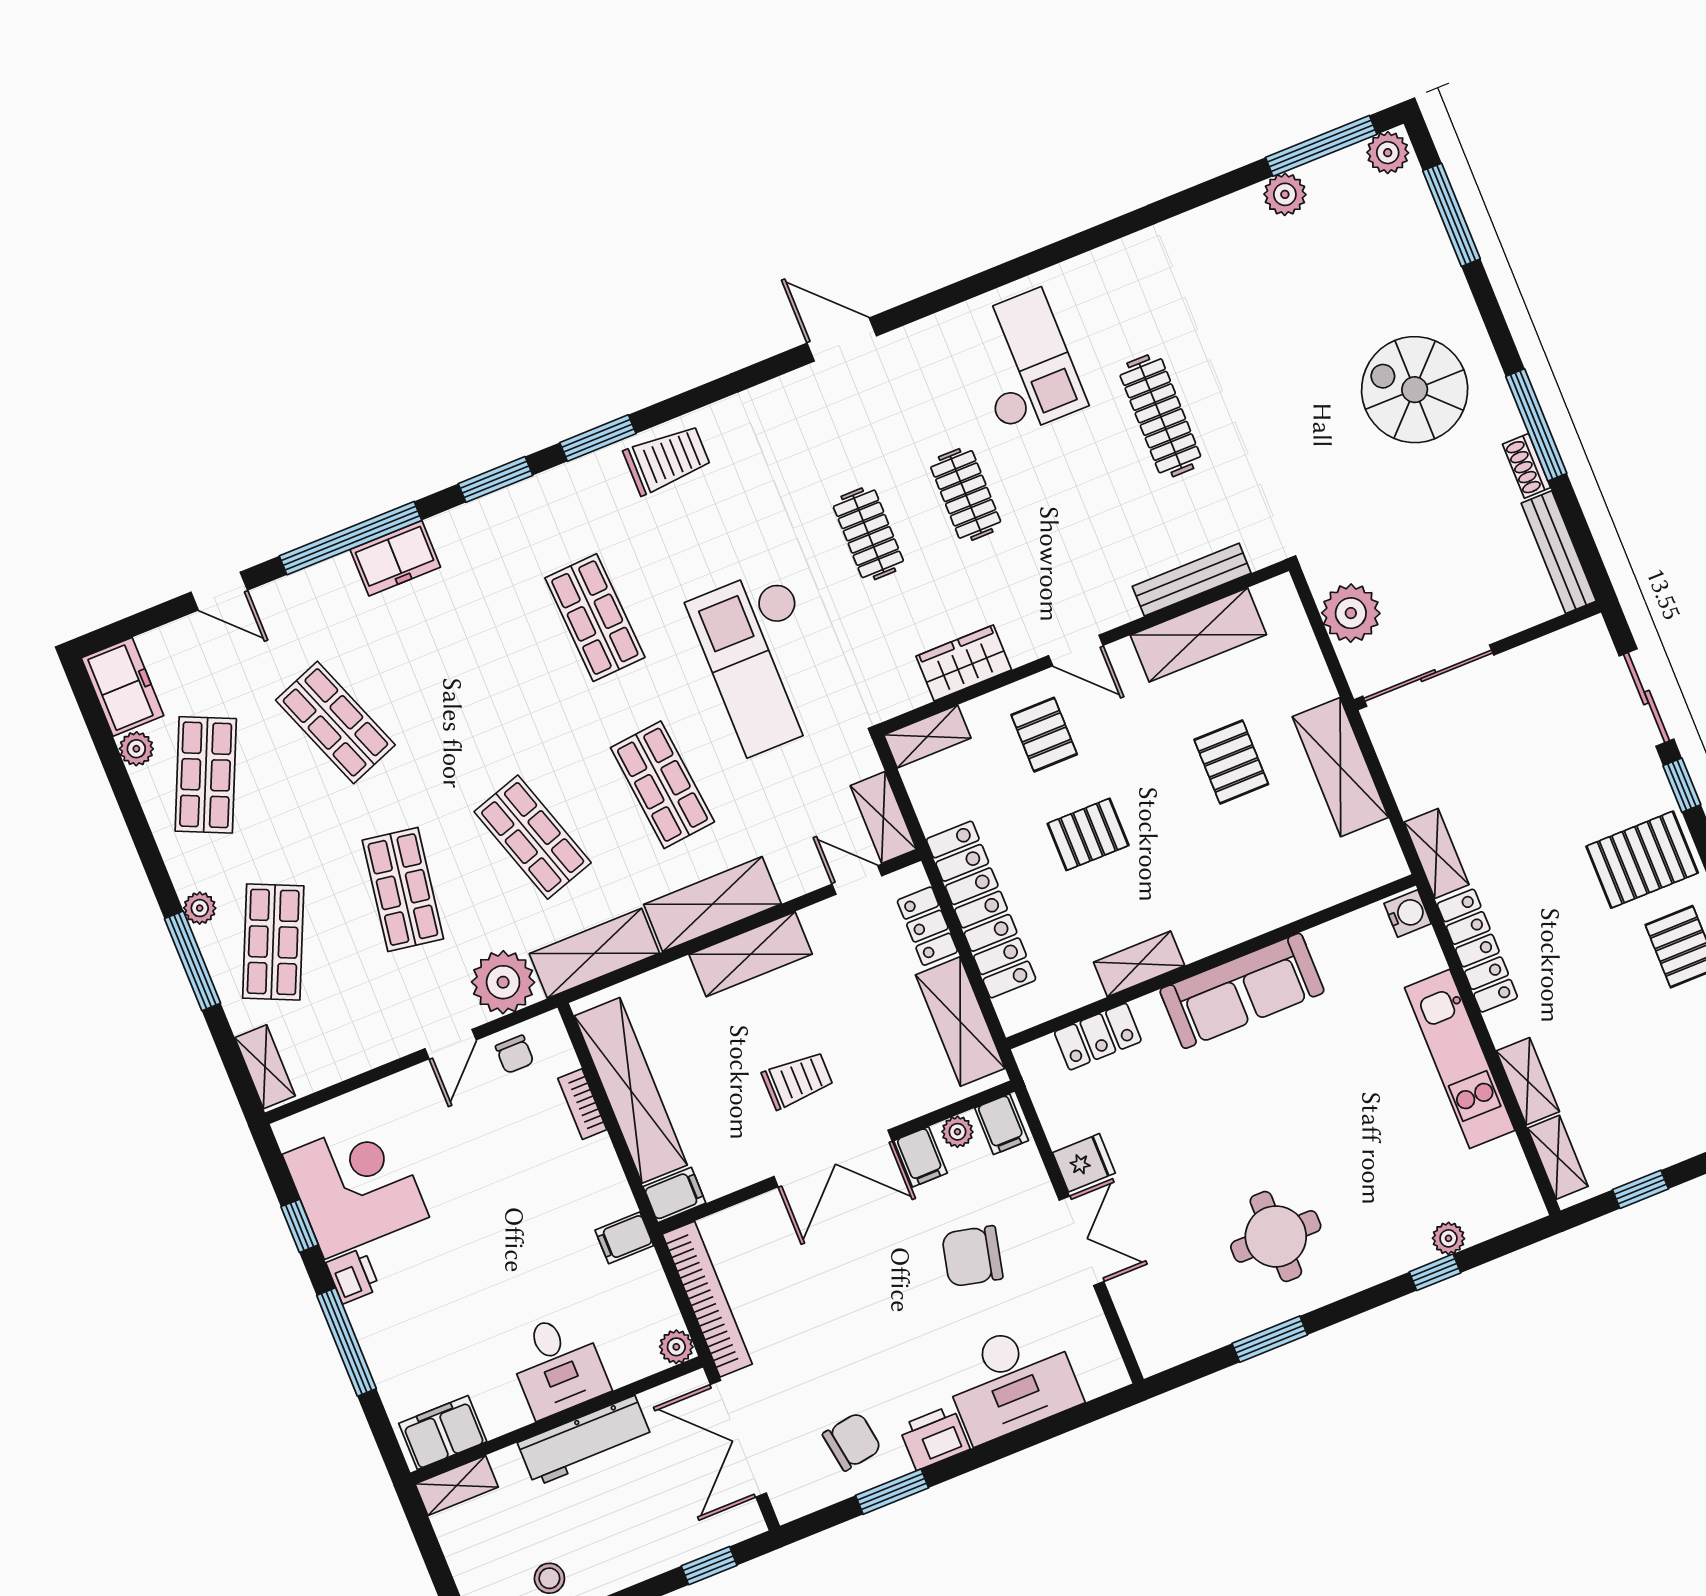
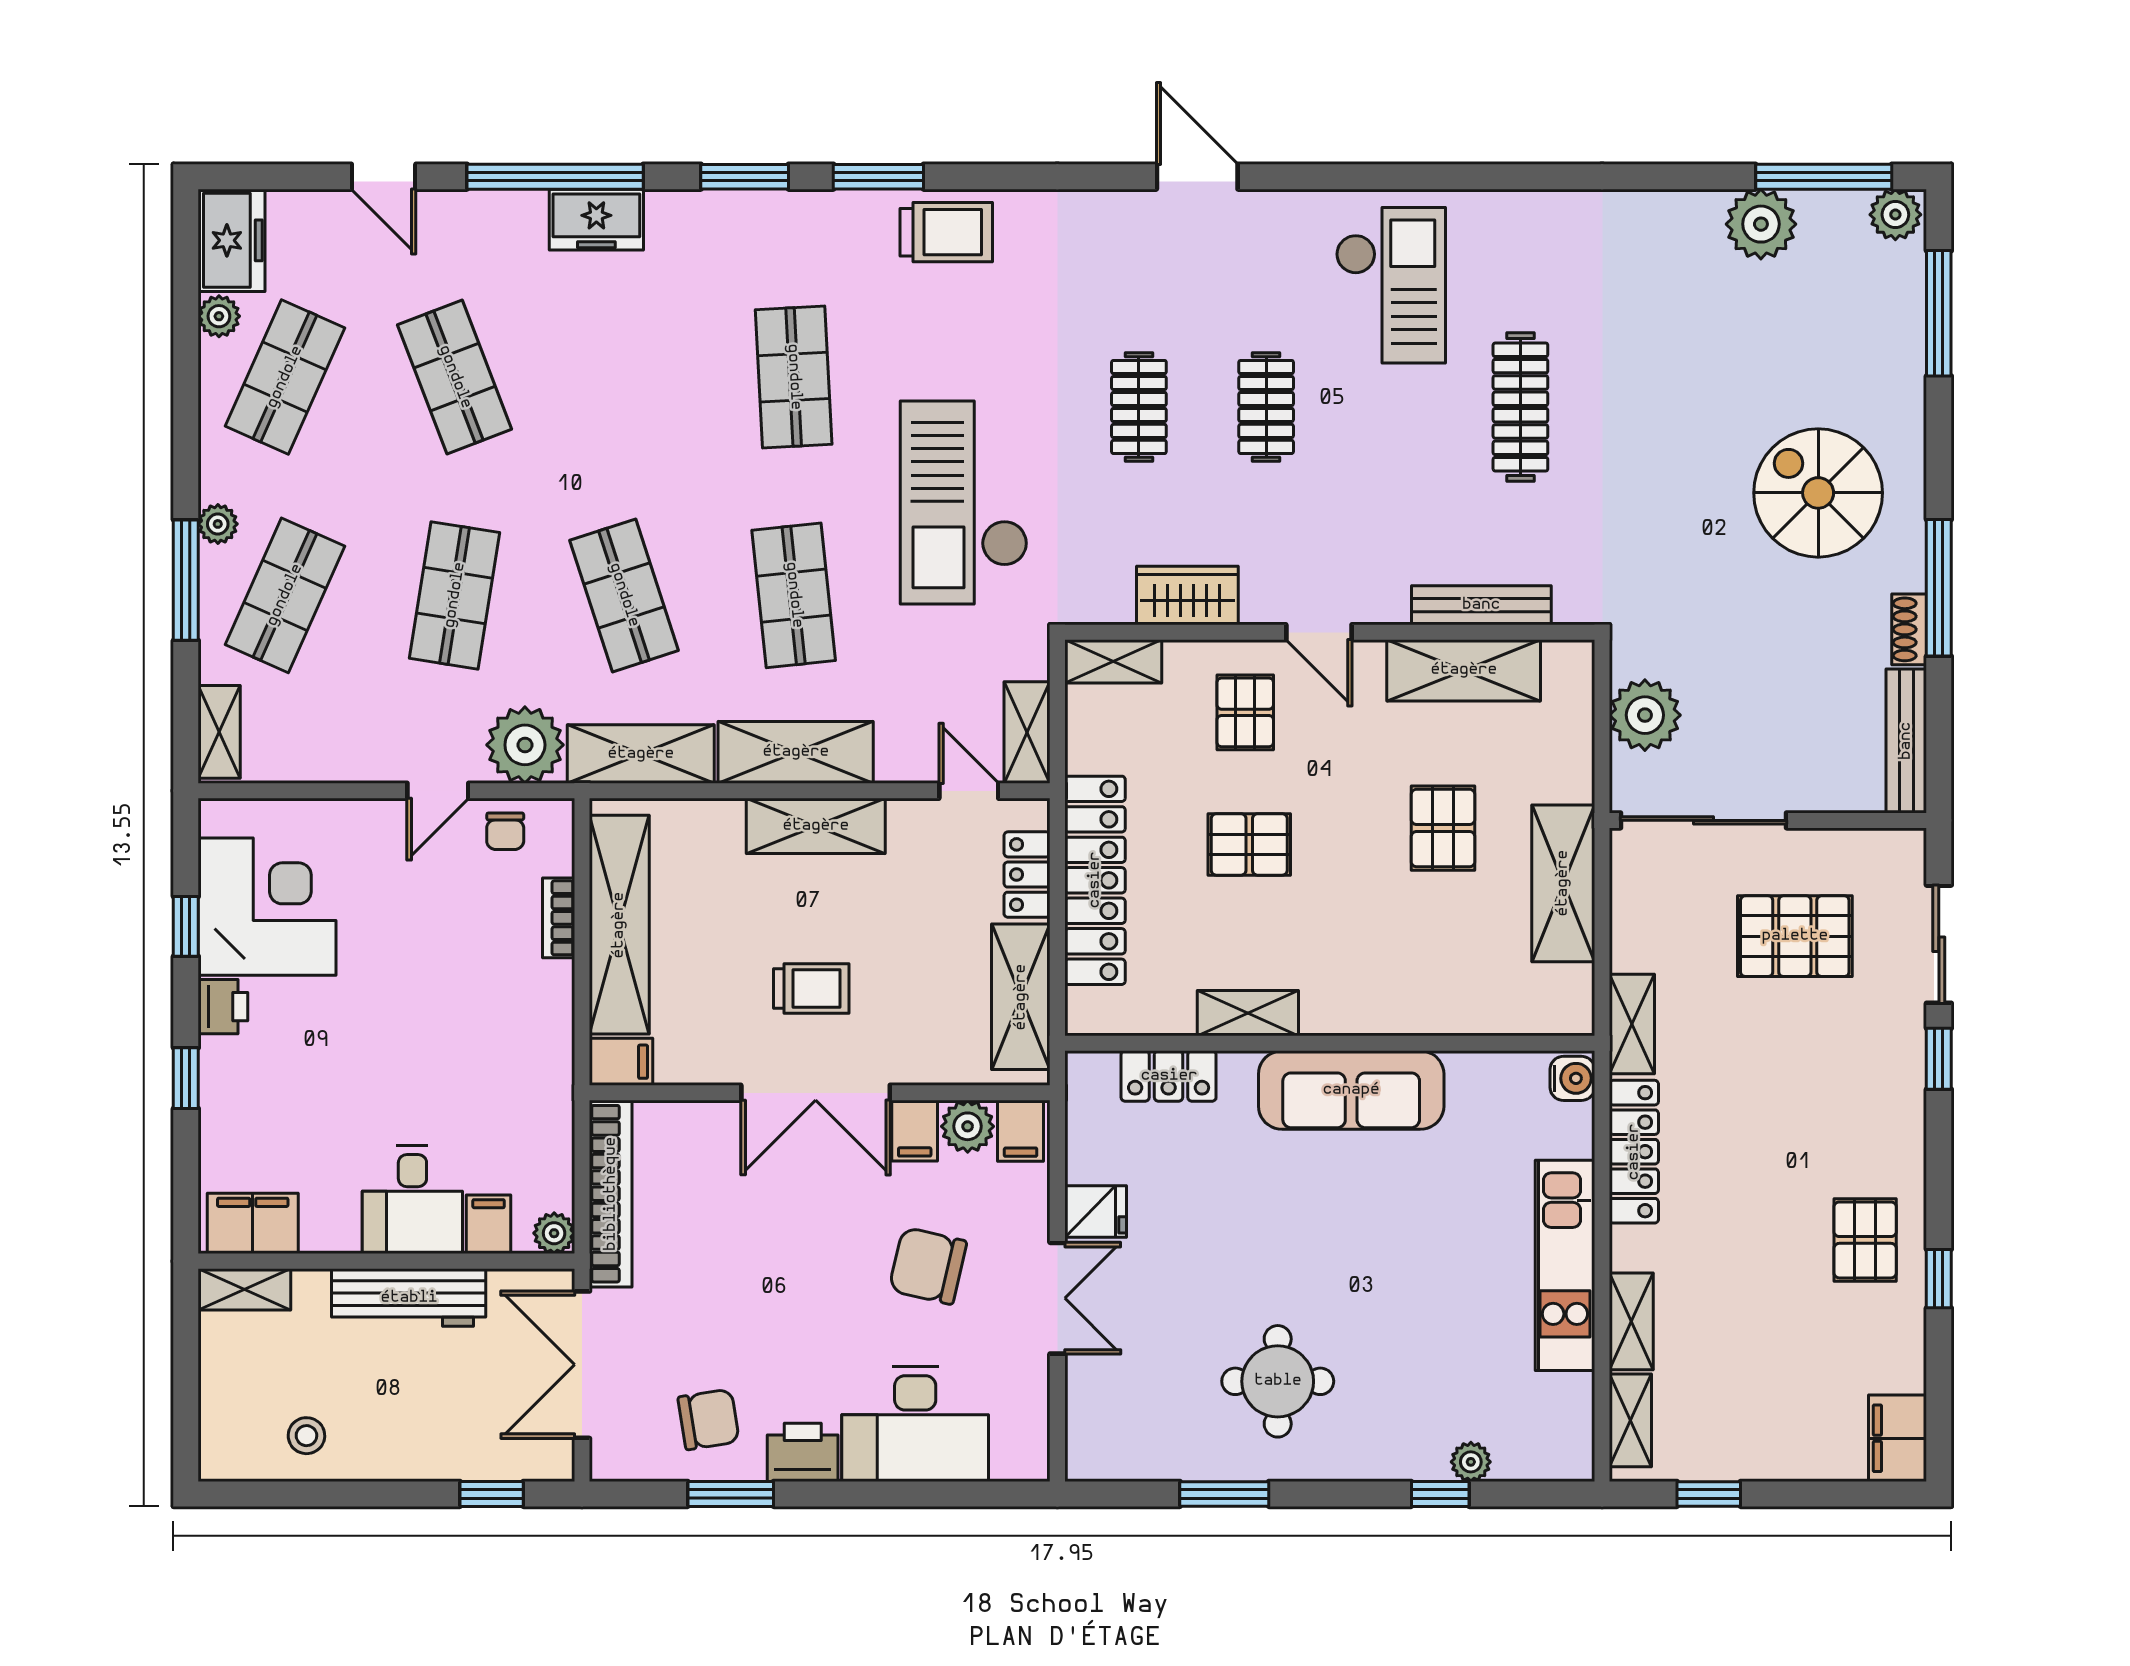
plant: (1285, 194) -> (1761, 224), width x1.36, depth x1.36
pallet: (1642, 860) -> (1795, 936), moved
plant: (957, 1132) -> (968, 1126), width x1.38, depth x1.38
filing cabinet: (624, 1238) -> (489, 1224), moved, turned 90
window: (347, 1342) -> (186, 1078), width x0.46

